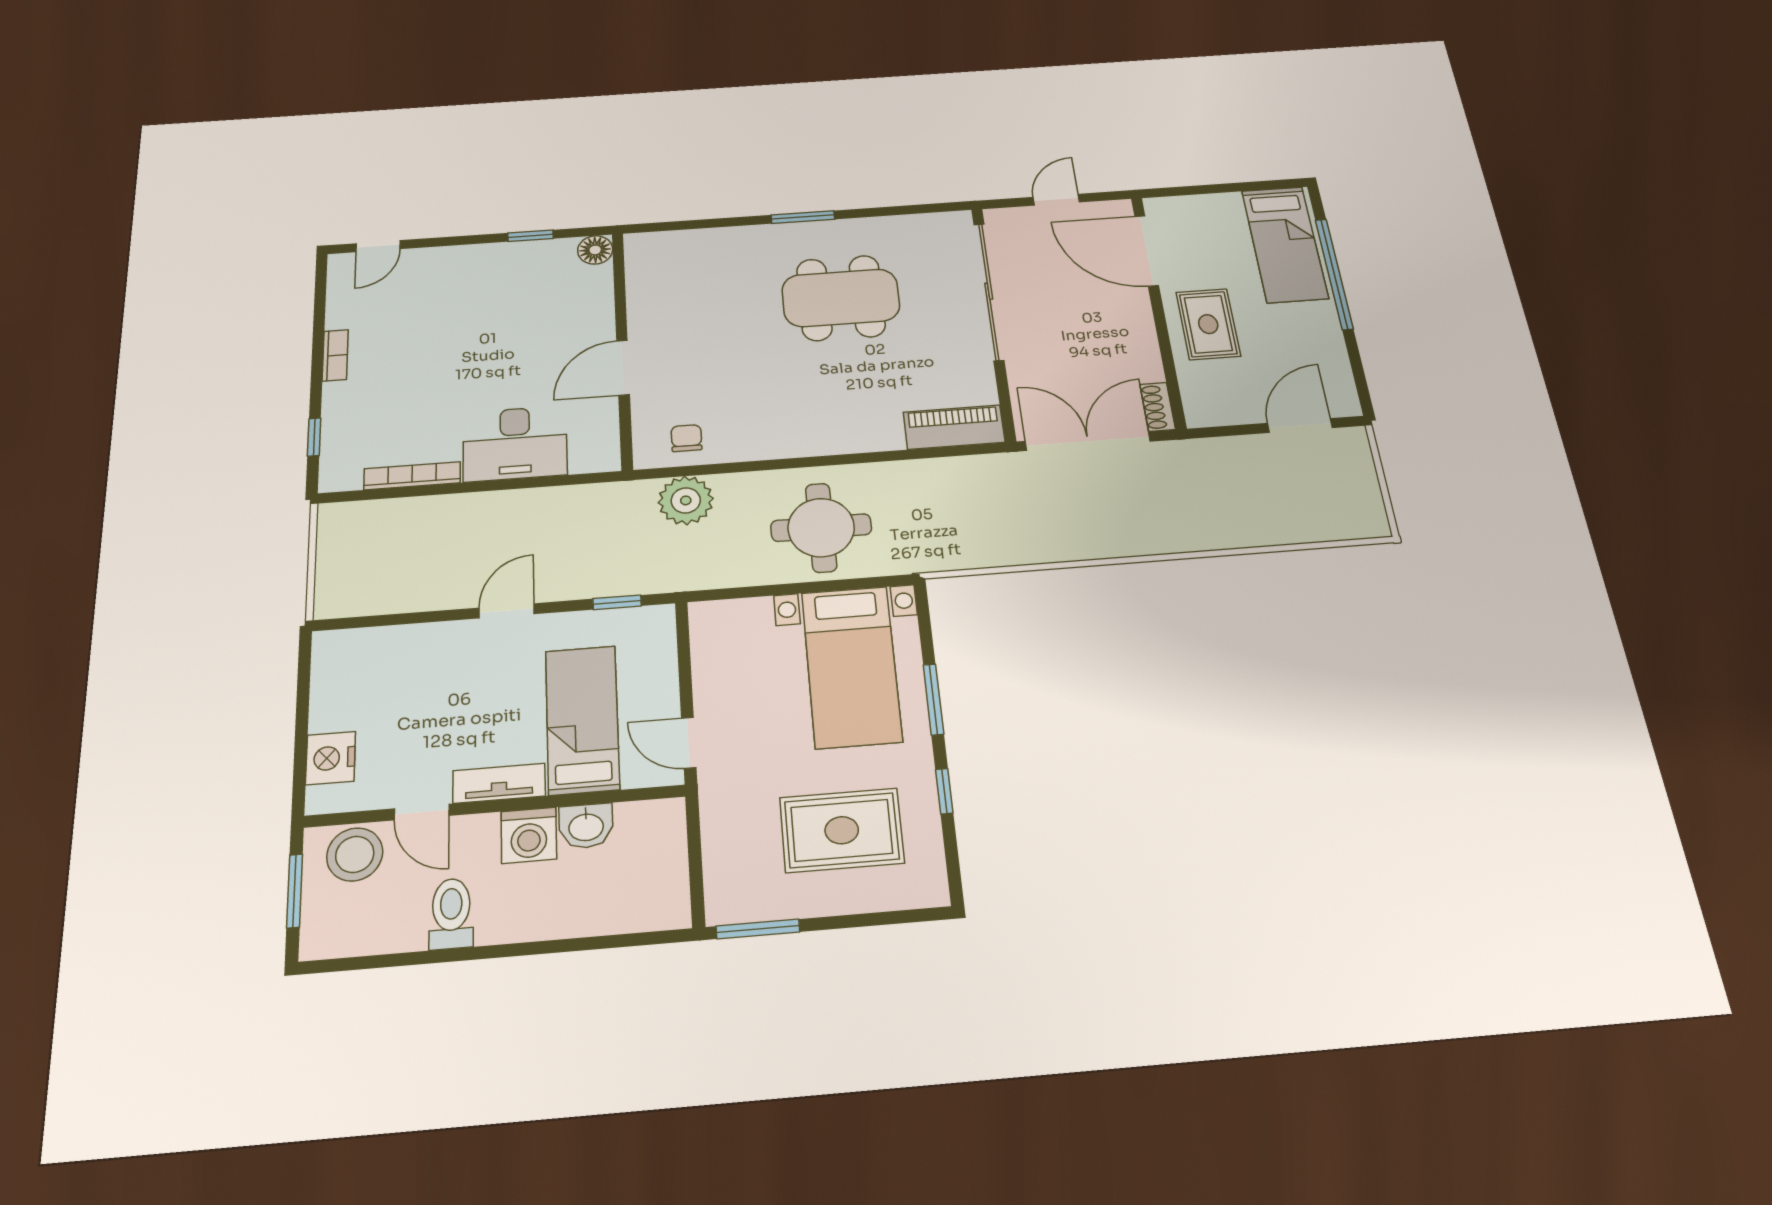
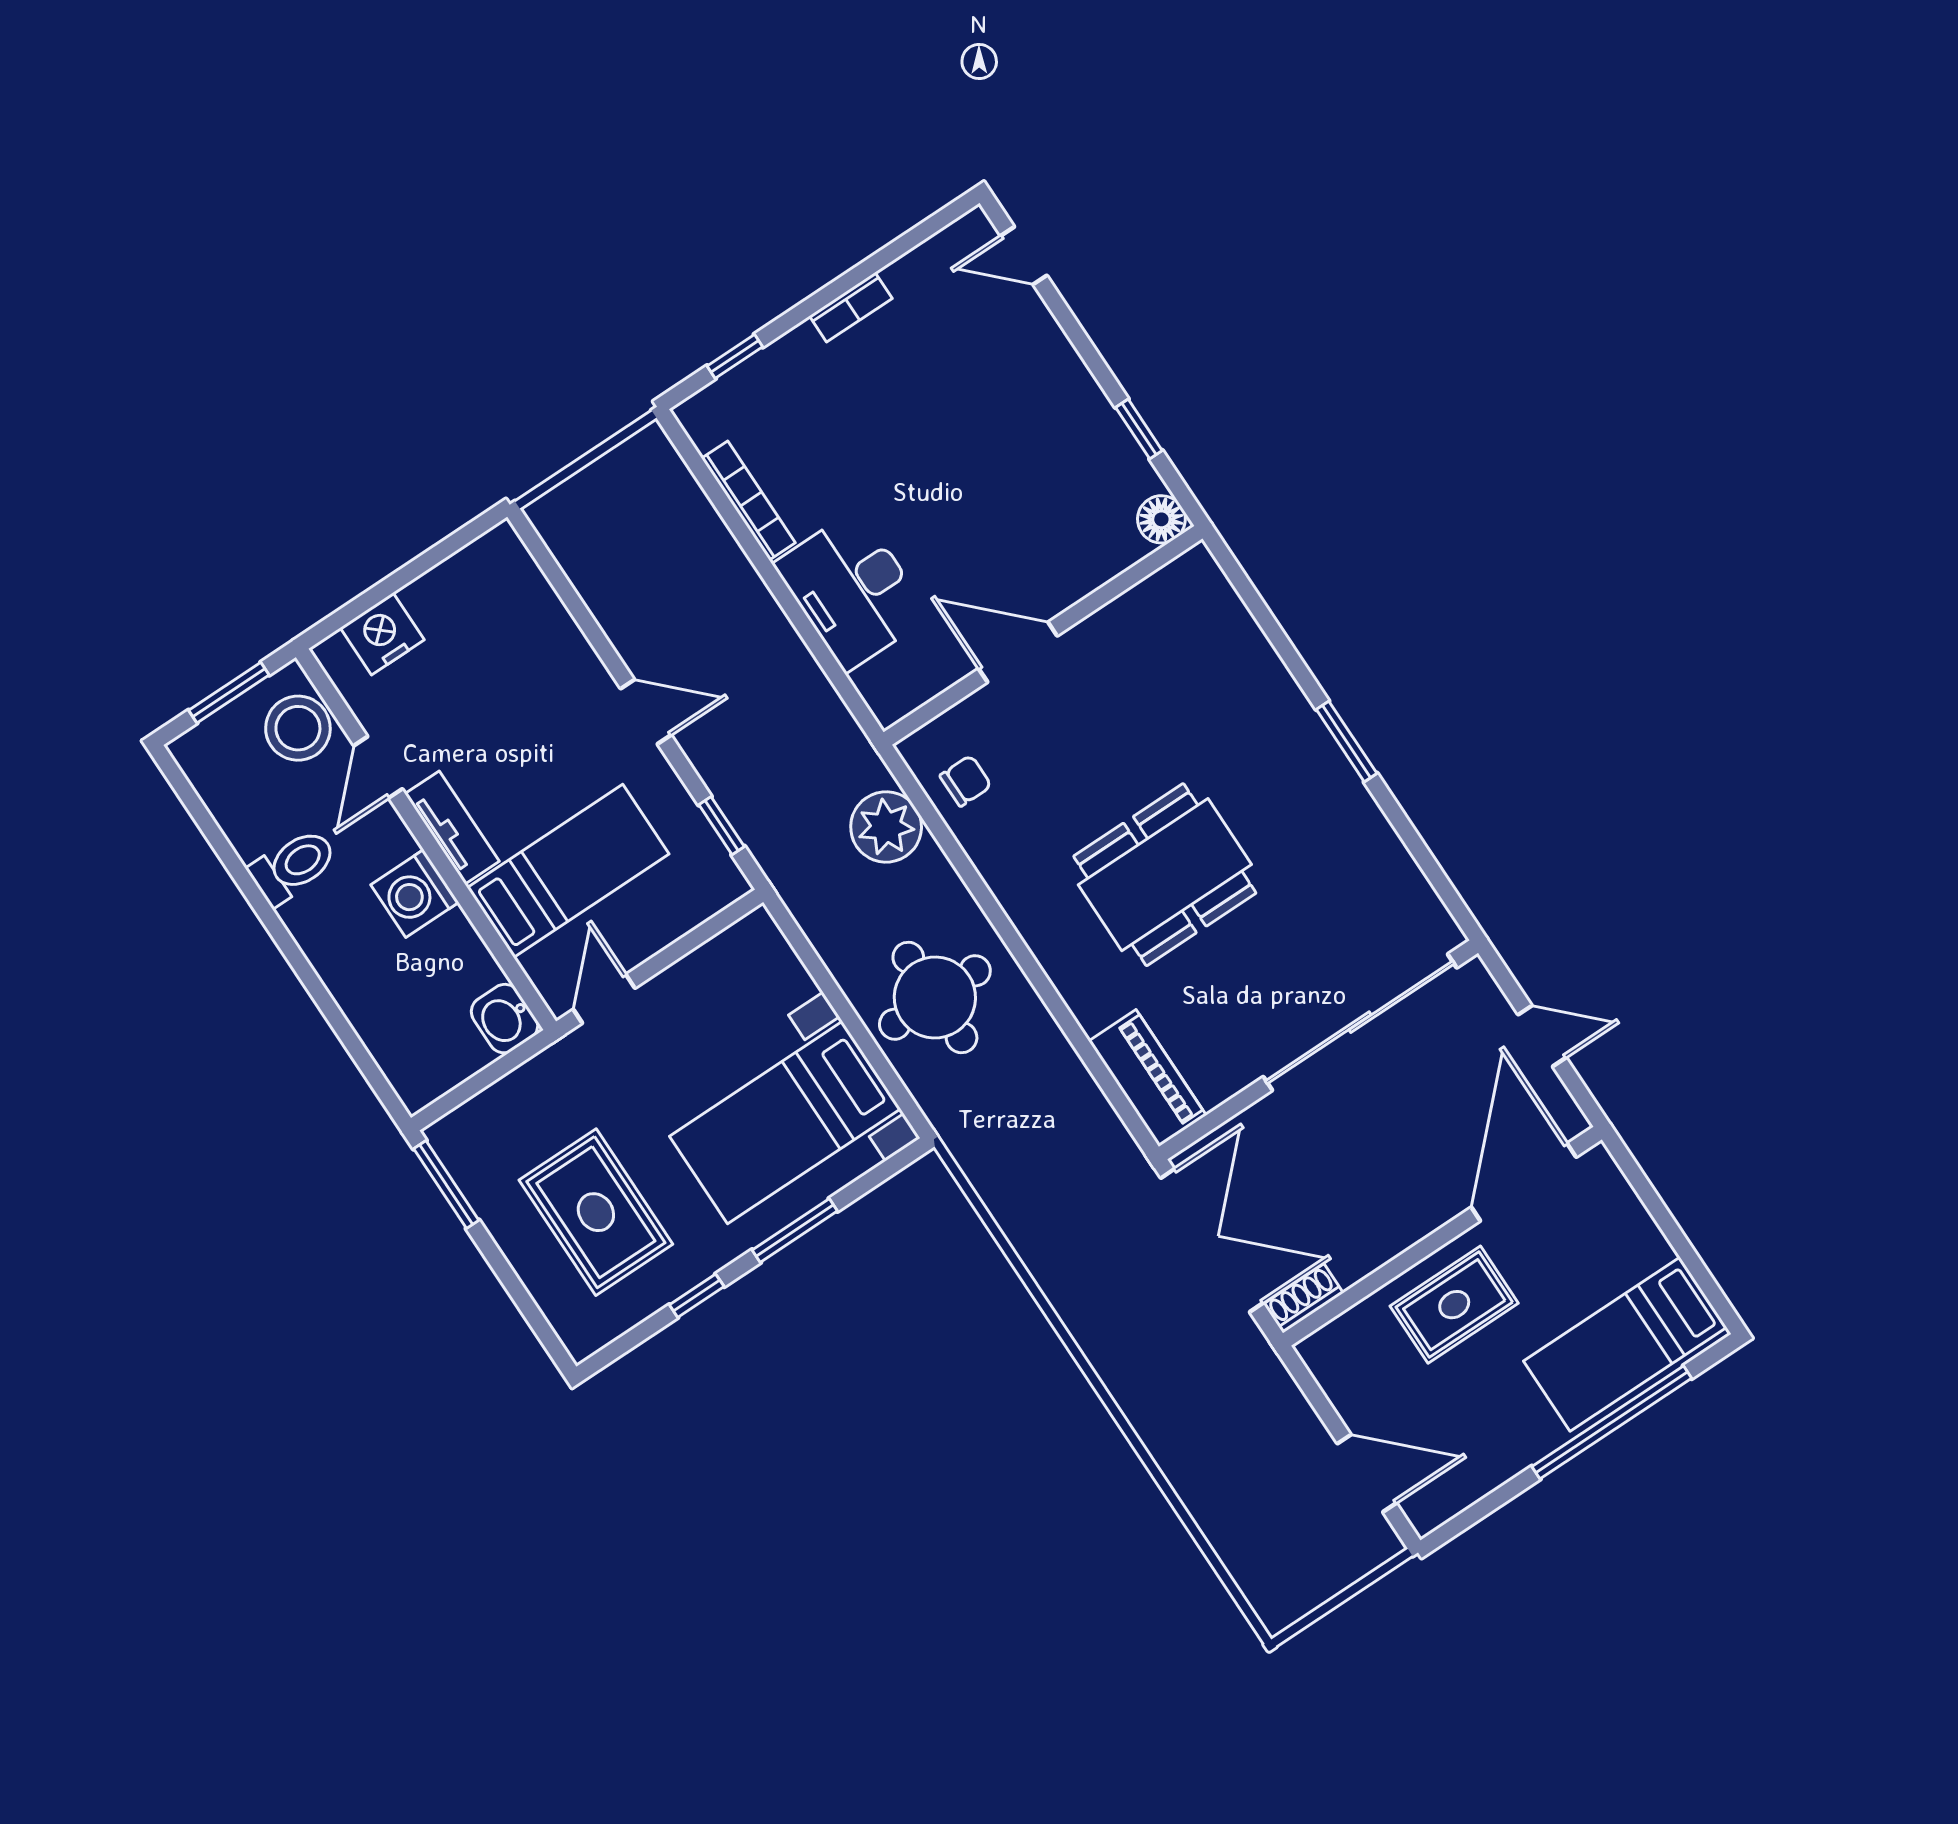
dining table: (841, 298) -> (1165, 875), moved, turned 90
washbasin: (586, 826) -> (505, 1019), moved

